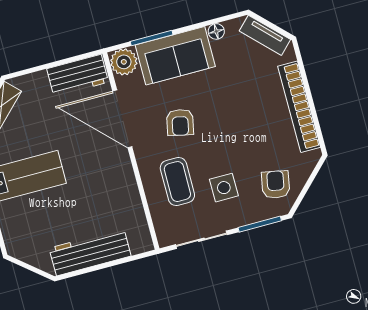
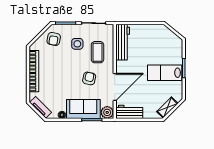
door: (122, 119) -> (115, 87), hinge flipped
workbench: (90, 252) -> (123, 42), moved, turned -90

